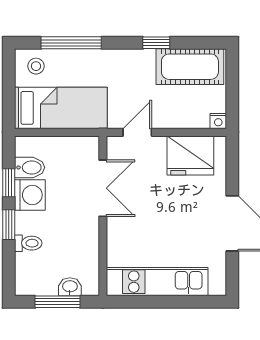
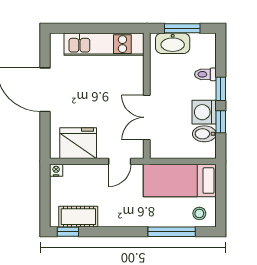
window: (156, 43) -> (68, 232), moved
cot: (190, 67) -> (78, 217), width x0.73, depth x0.75
washbasin: (70, 287) -> (173, 43), width x1.91, depth x1.45

